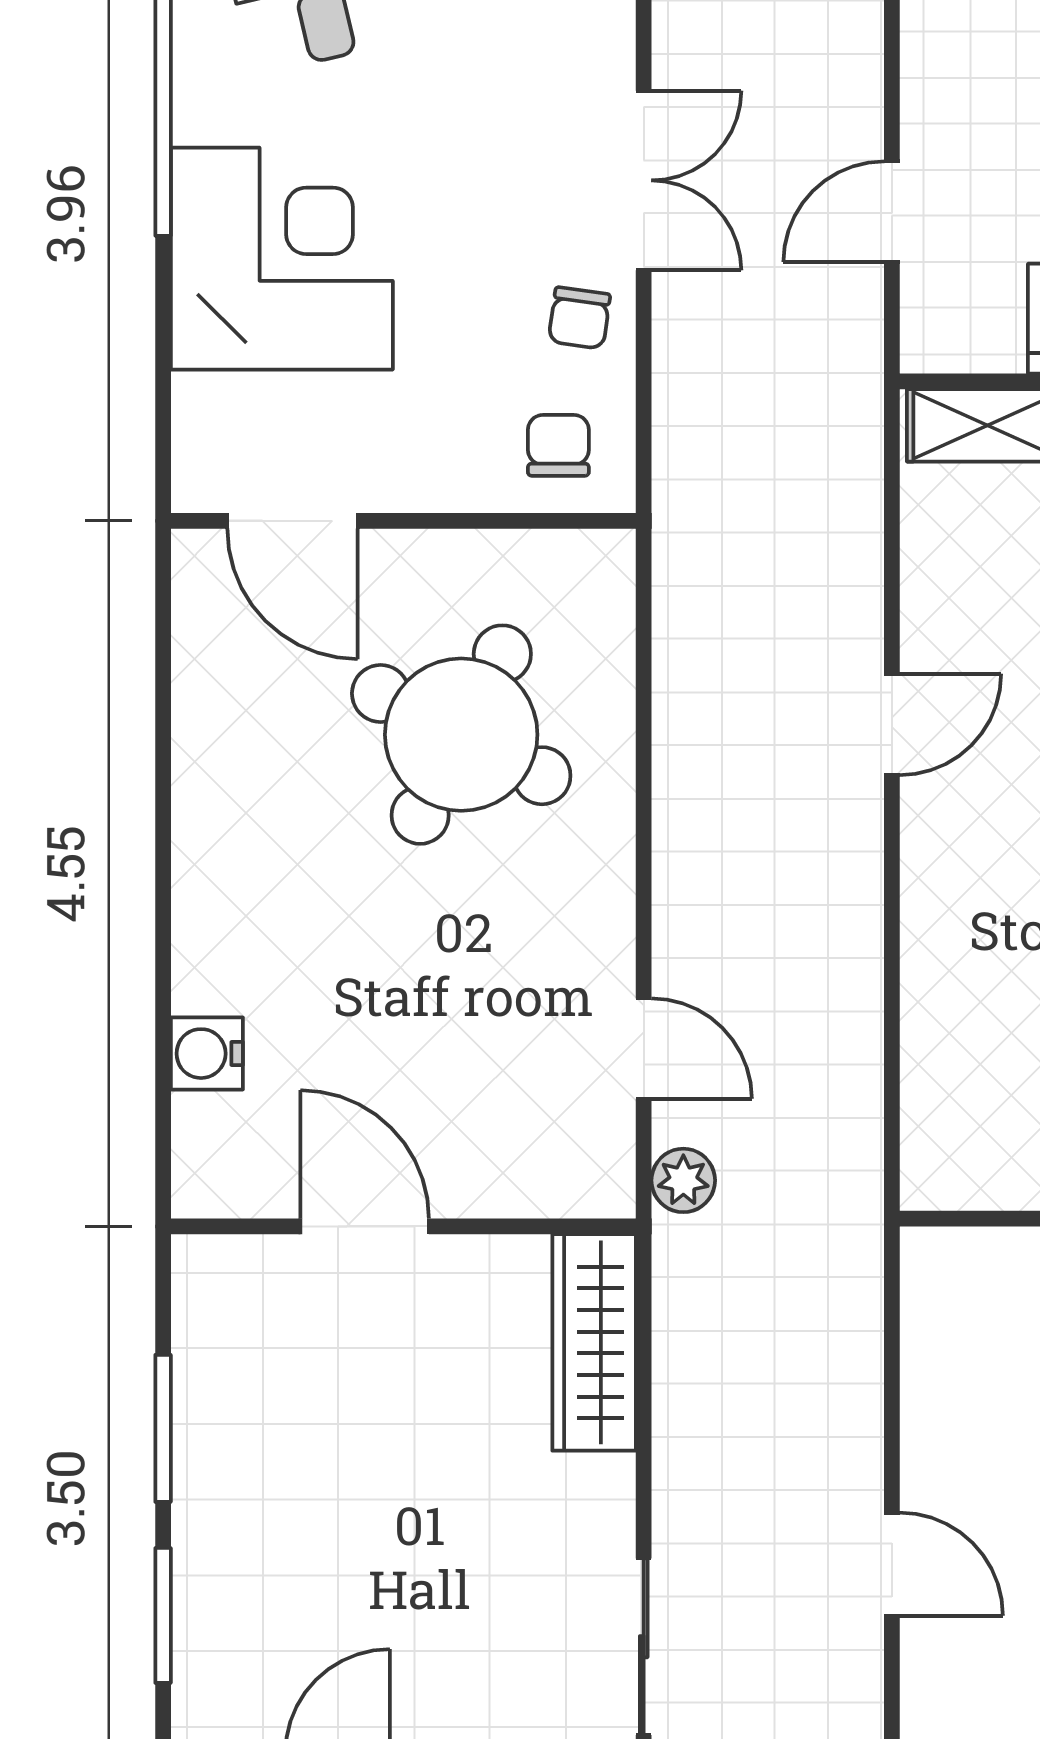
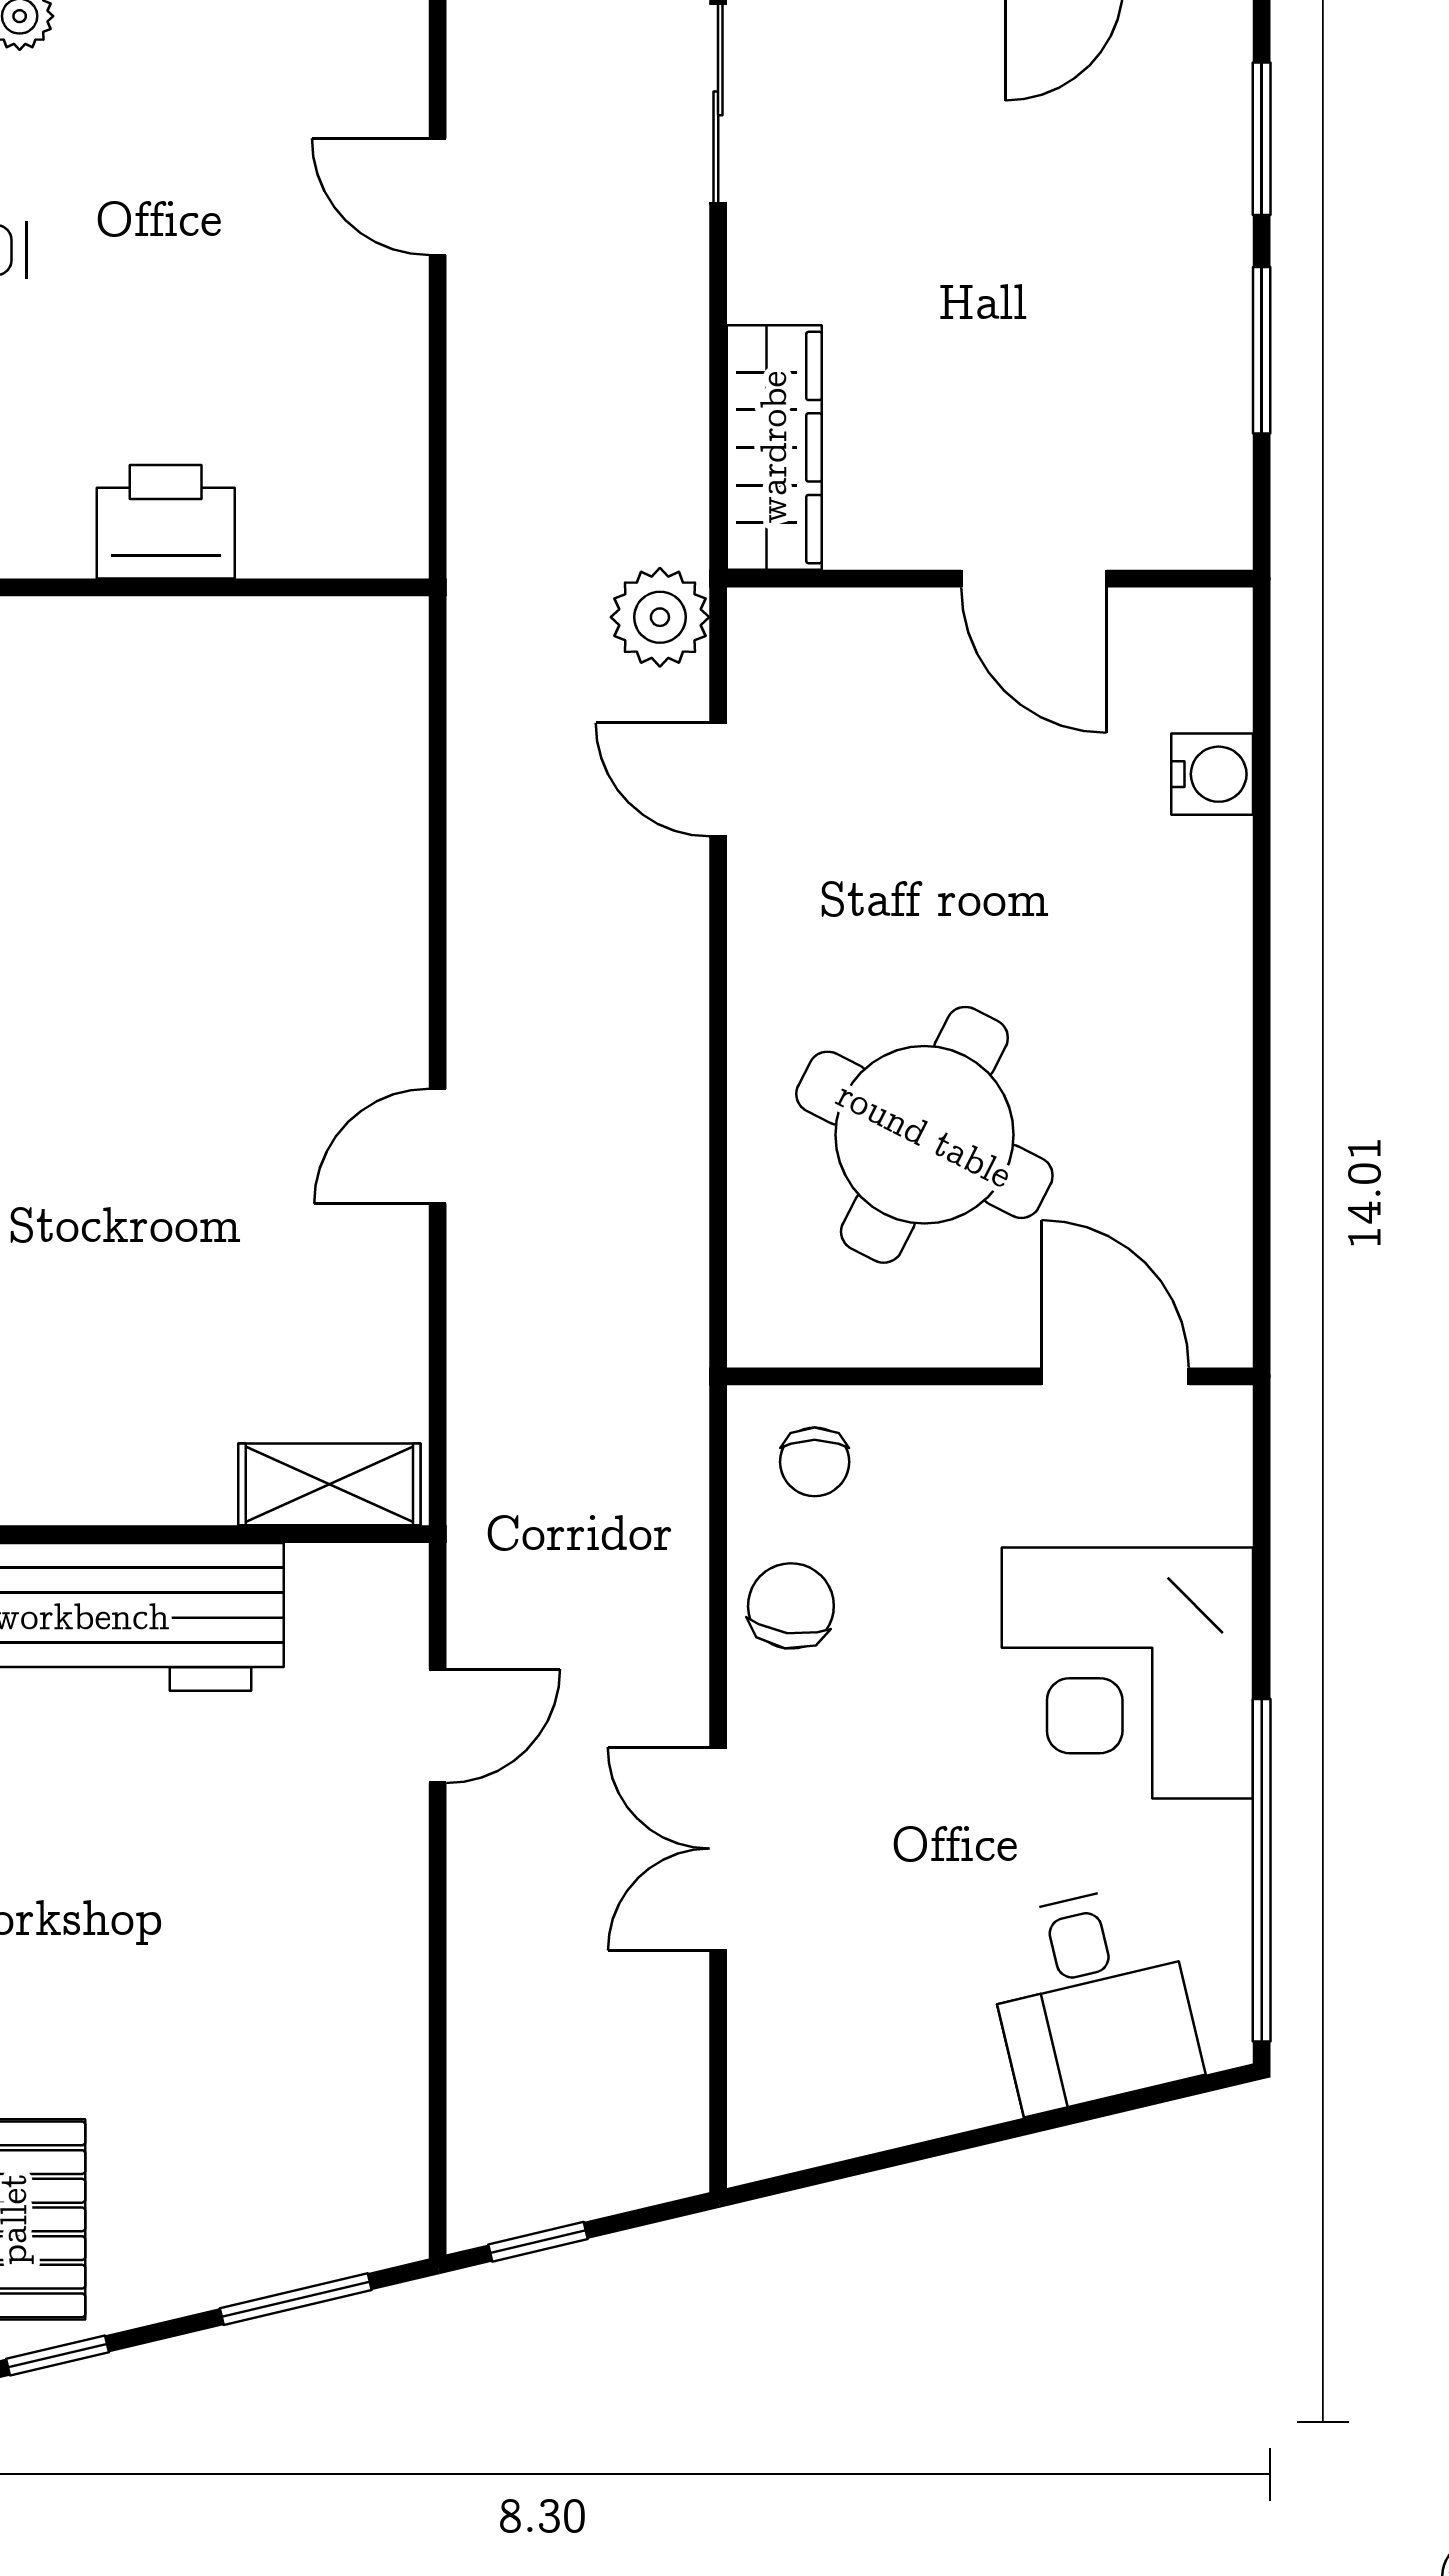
double door: (644, 180) -> (718, 1849), moved
chair: (579, 318) -> (791, 1606), width x1.37, depth x1.37
plant: (683, 1180) -> (660, 617), width x1.38, depth x1.38

